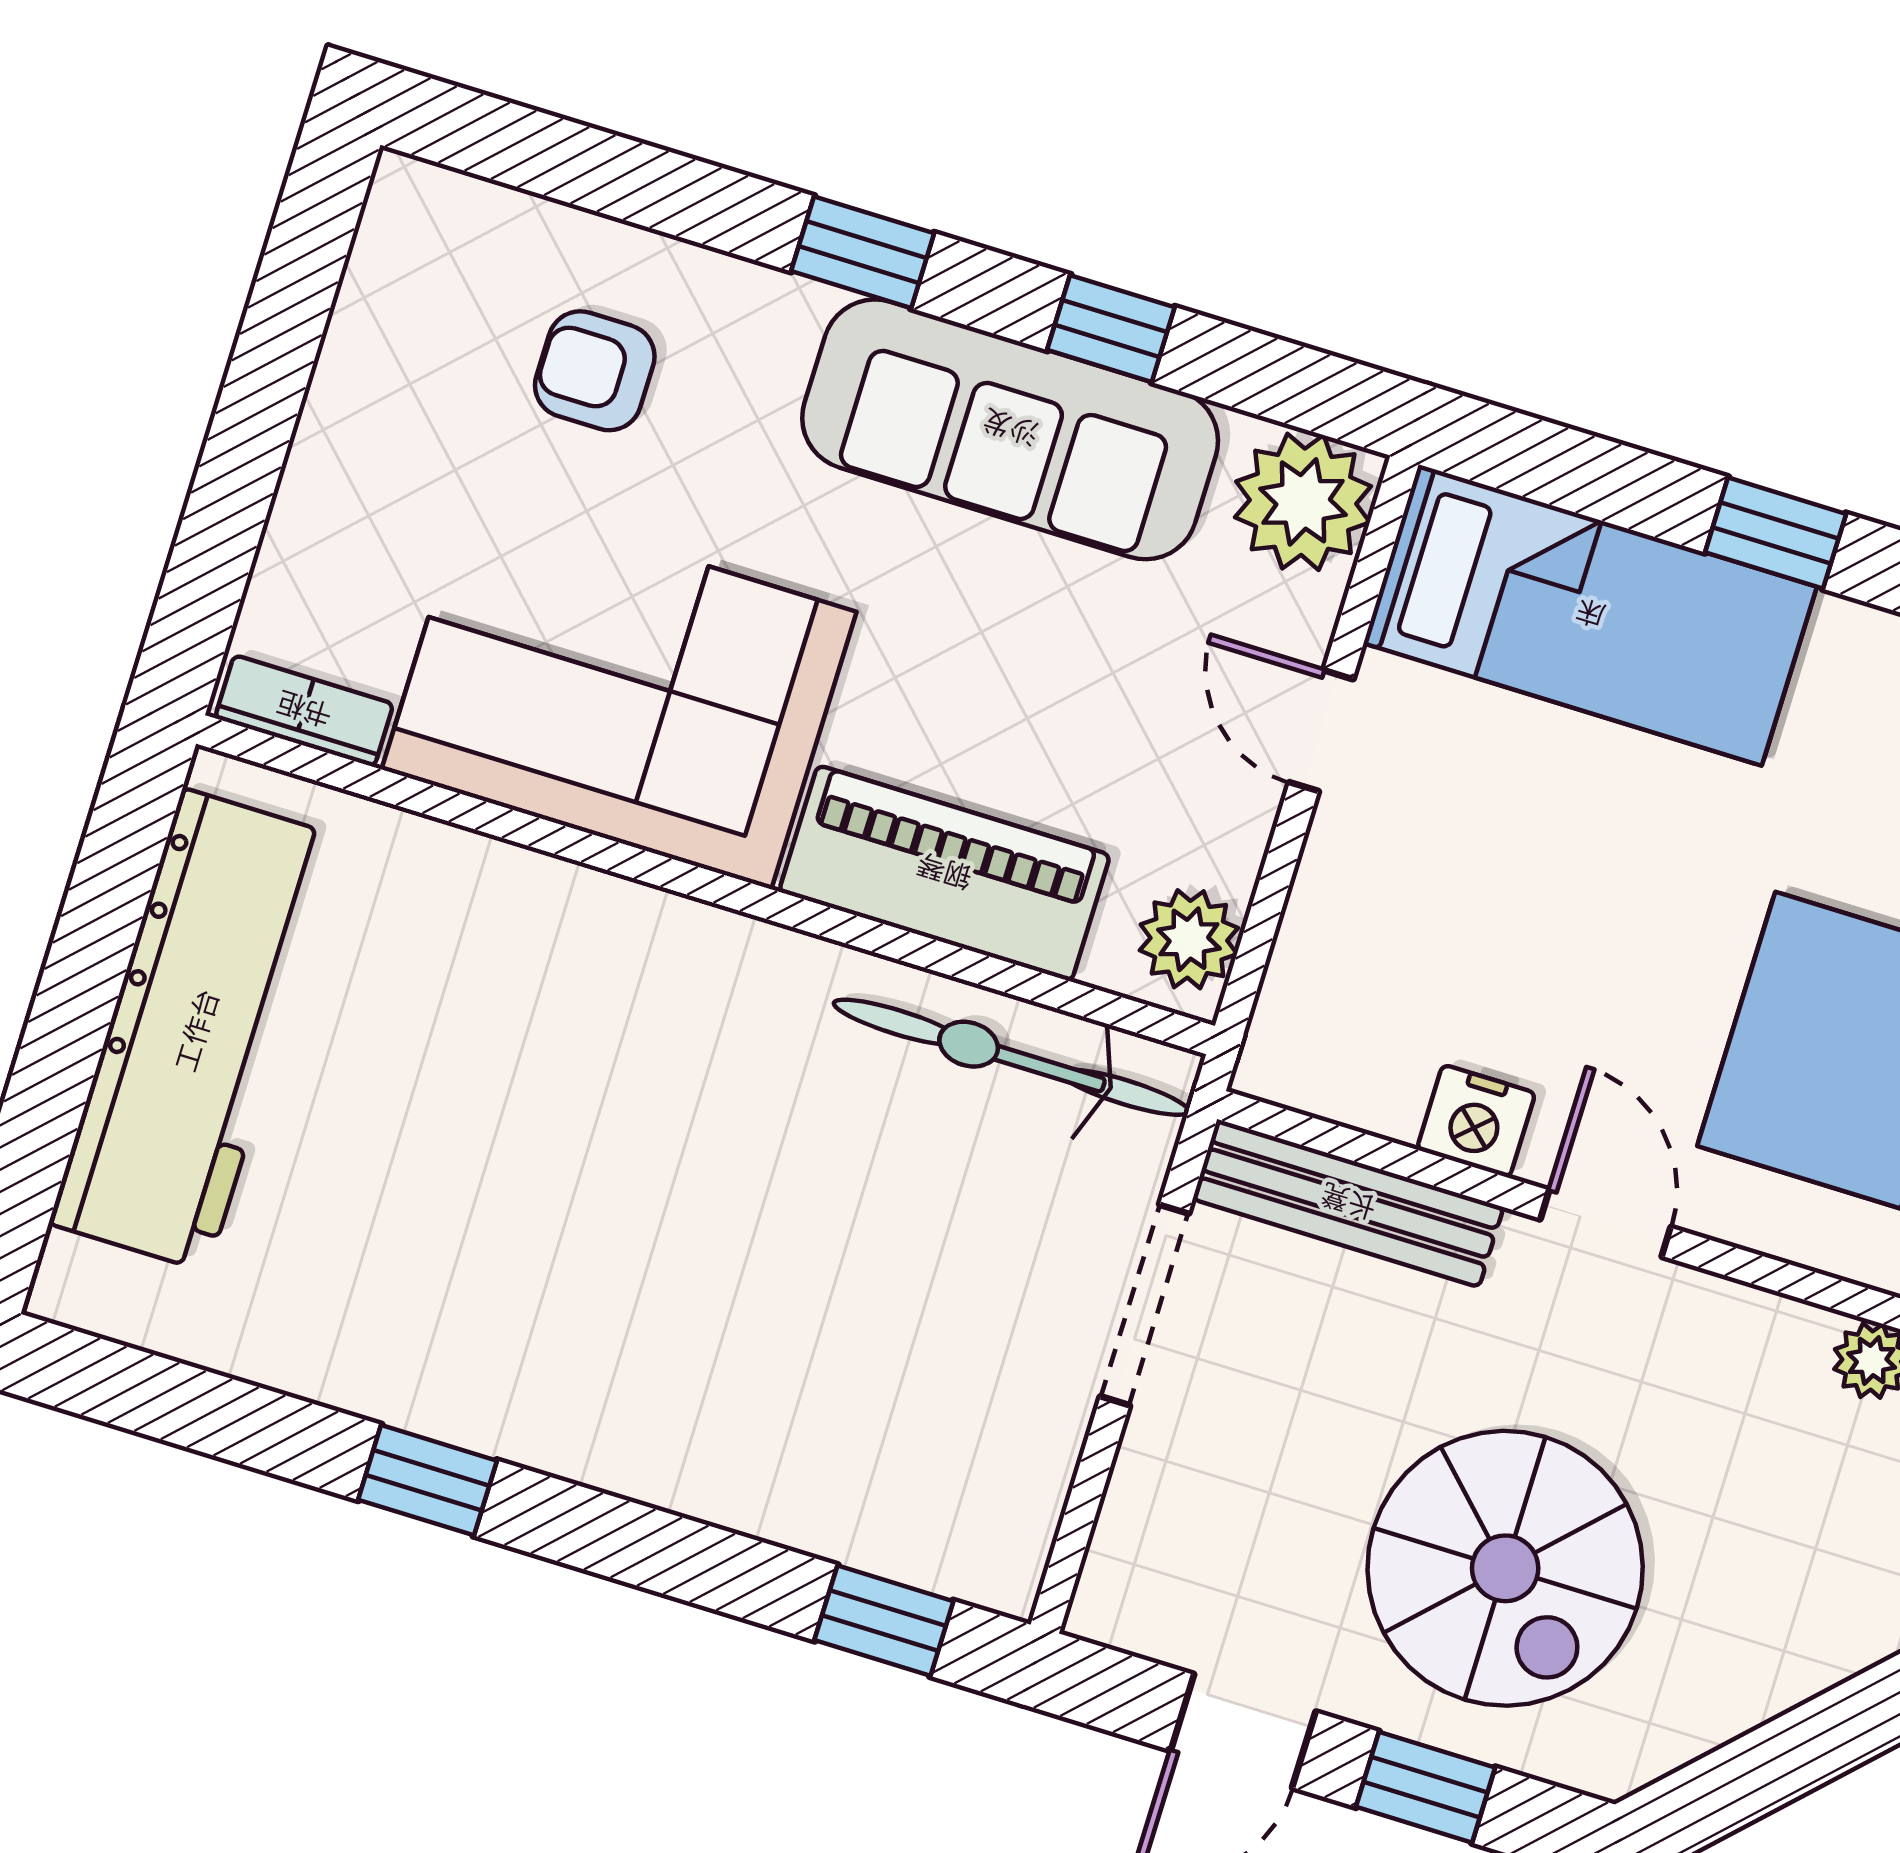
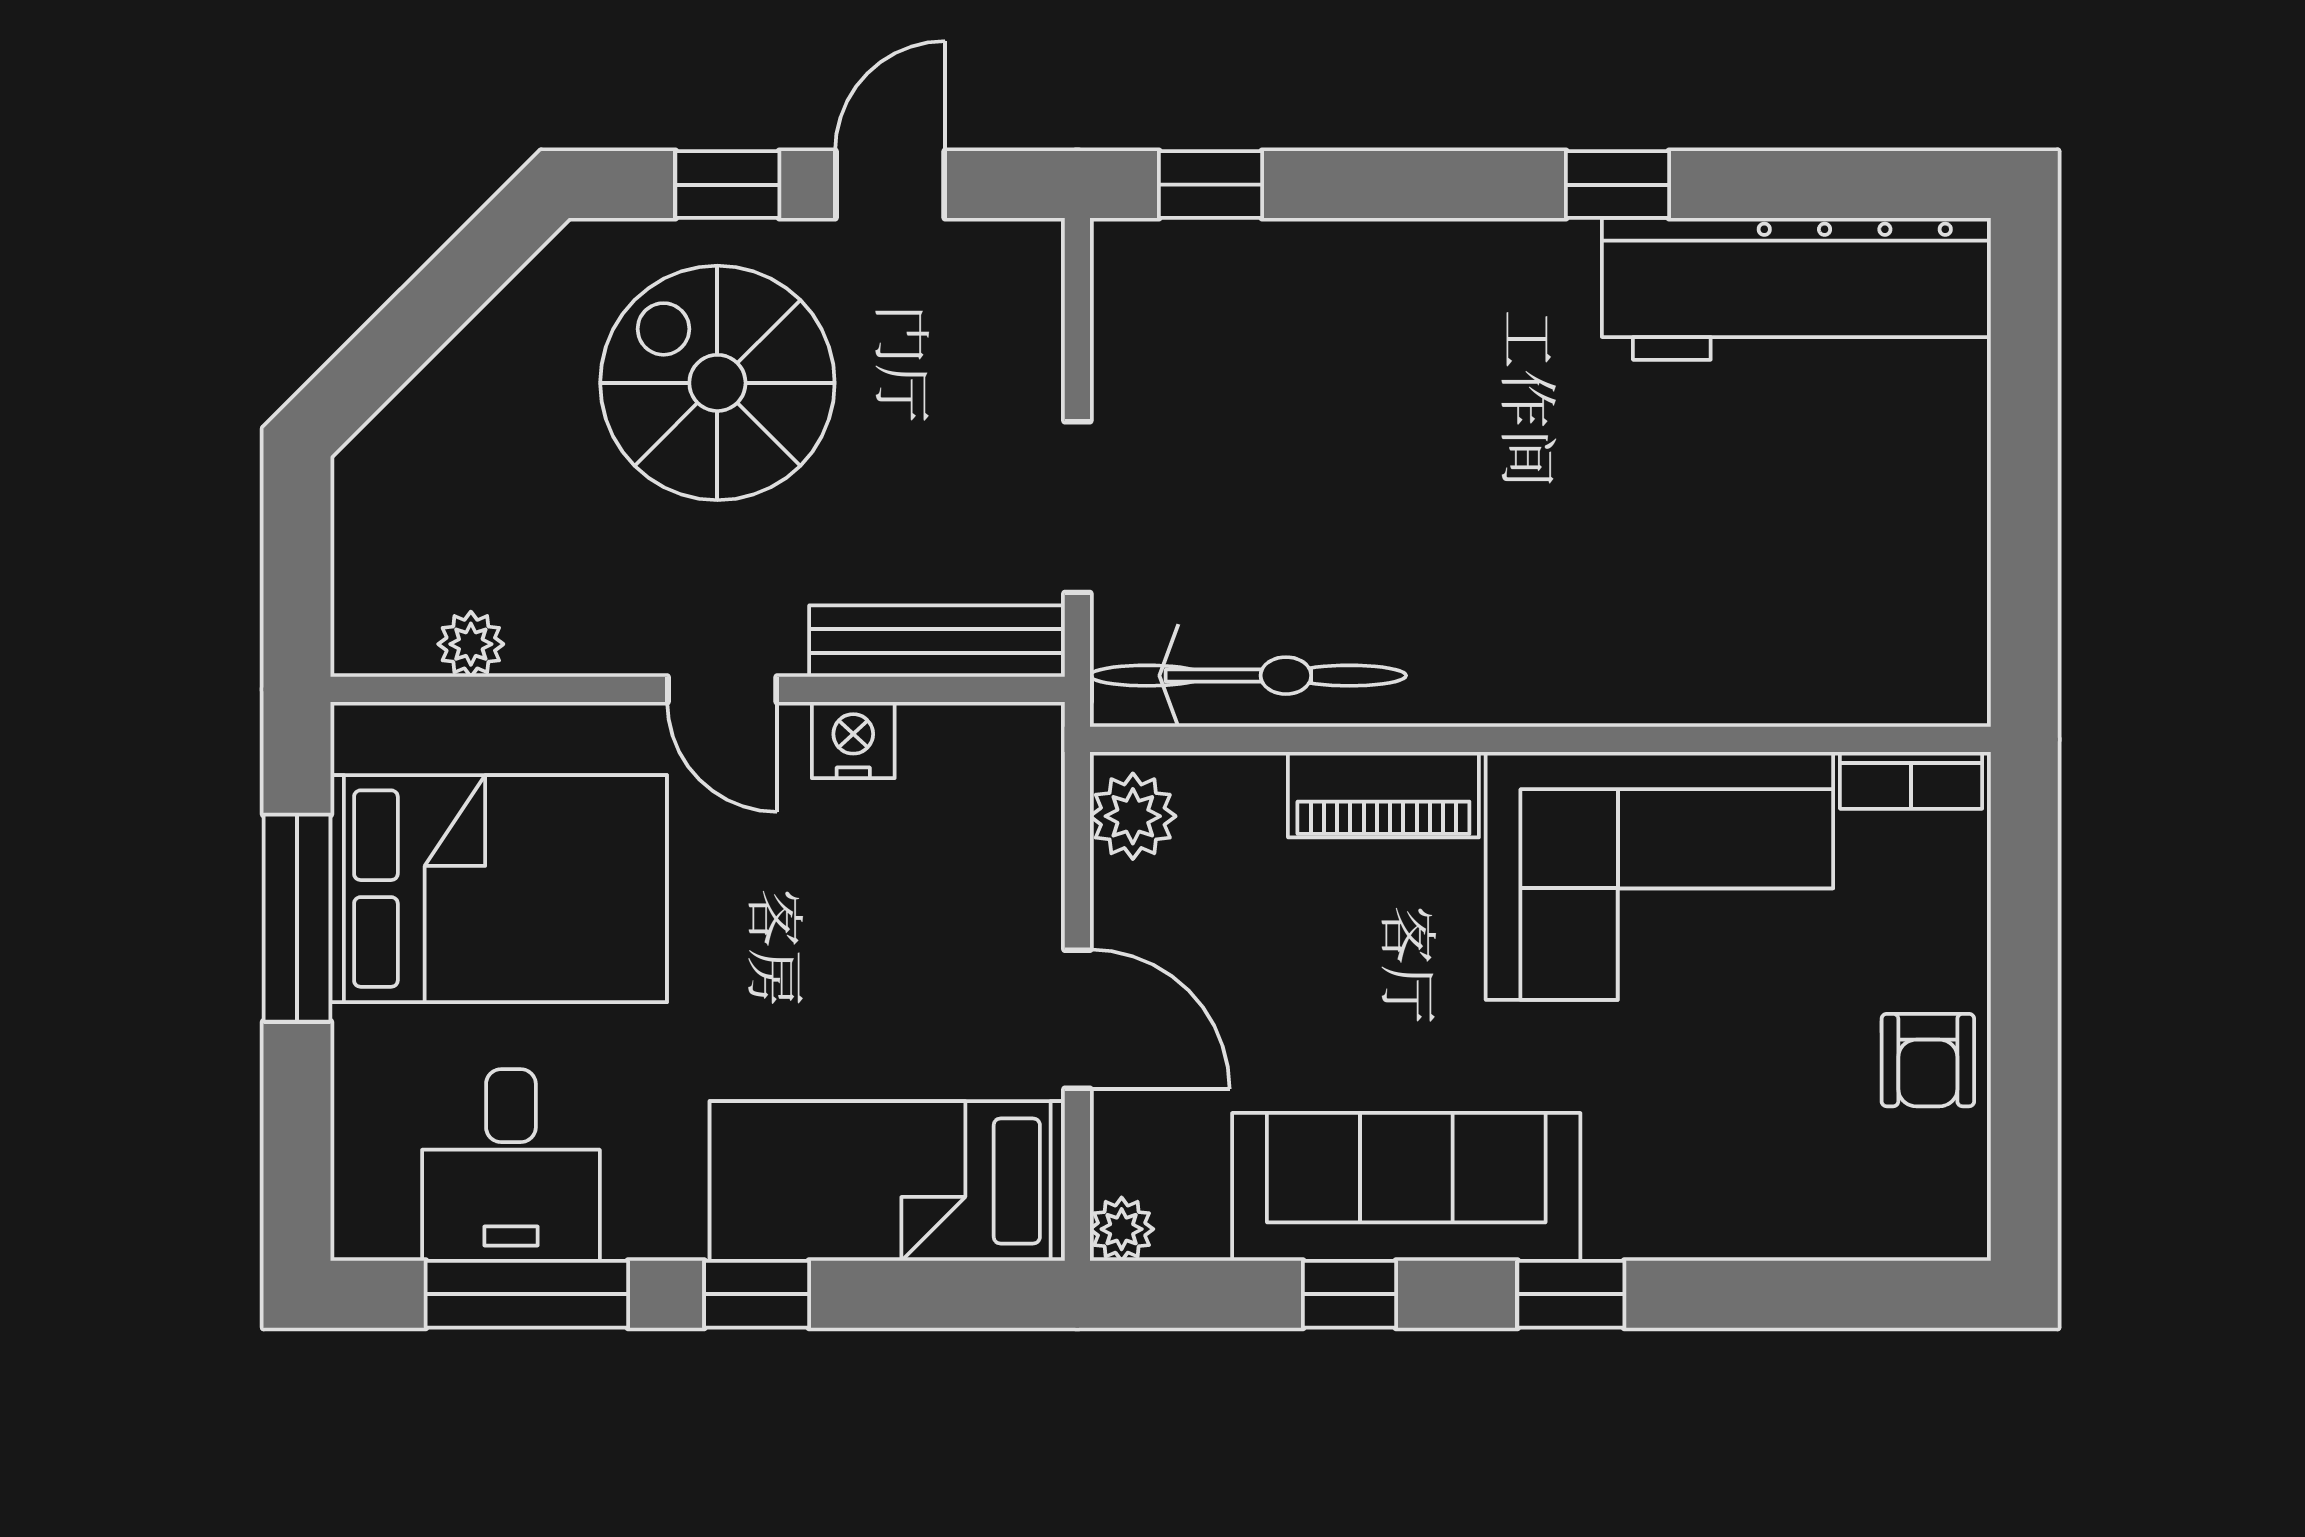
armchair: (595, 371) -> (1928, 1060), moved, turned 90
plant: (1303, 502) -> (1122, 1229), width x0.53, depth x0.53
door: (1321, 731) -> (1077, 1019), width x1.38
piano: (944, 873) -> (1383, 795), width x0.73, depth x0.75
workbench: (195, 1030) -> (1796, 289), moved, turned -90

